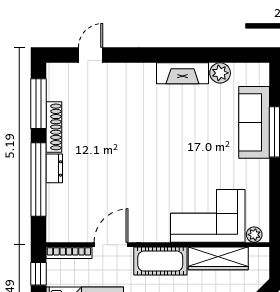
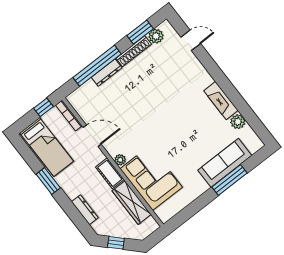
plant: (56, 90) -> (156, 36), added
window: (38, 104) -> (140, 32), width x0.69
dresser: (54, 168) -> (107, 73), width x1.44
plant: (254, 235) -> (120, 160), moved
cot: (160, 261) -> (110, 173), width x0.73, depth x0.75

